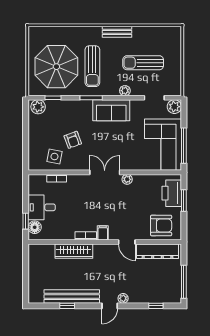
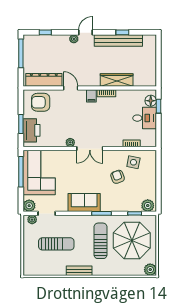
plant: (35, 33) -> (150, 270), added
plant: (125, 91) -> (32, 220), moved

